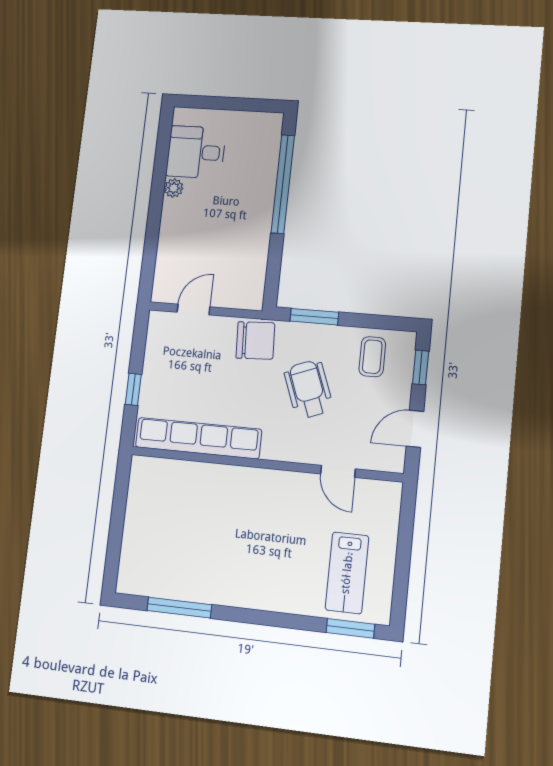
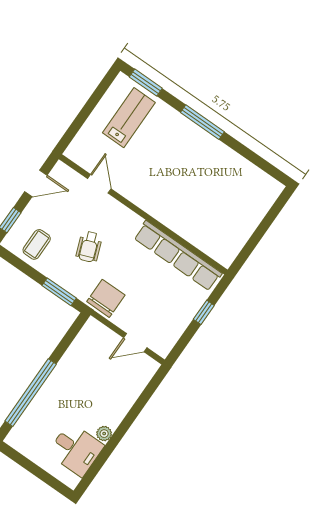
chair: (255, 341) -> (106, 298), turned 93
wheelchair: (308, 389) -> (89, 247), width x0.73, depth x0.73
window: (179, 608) -> (202, 122), moved

